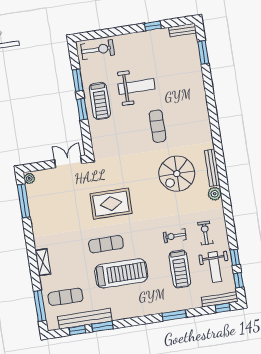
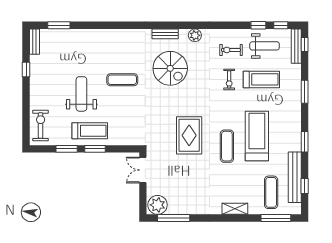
bench: (212, 168) -> (165, 34), width x0.73
plant: (29, 178) -> (158, 205), width x1.88, depth x1.88
window: (103, 326) -> (305, 142), moved

